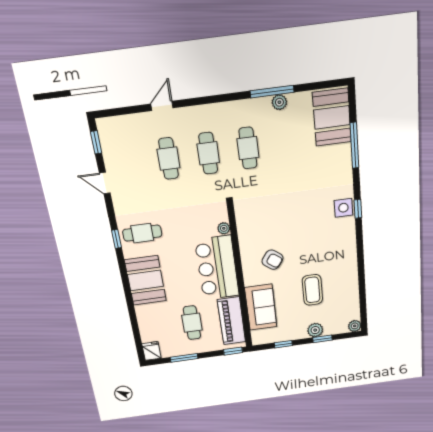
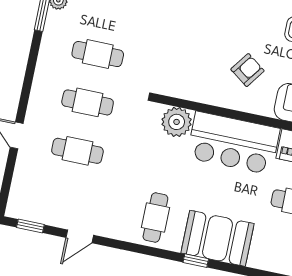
plant: (224, 228) -> (177, 122), width x1.88, depth x1.88
window: (117, 239) -> (196, 261), moved

